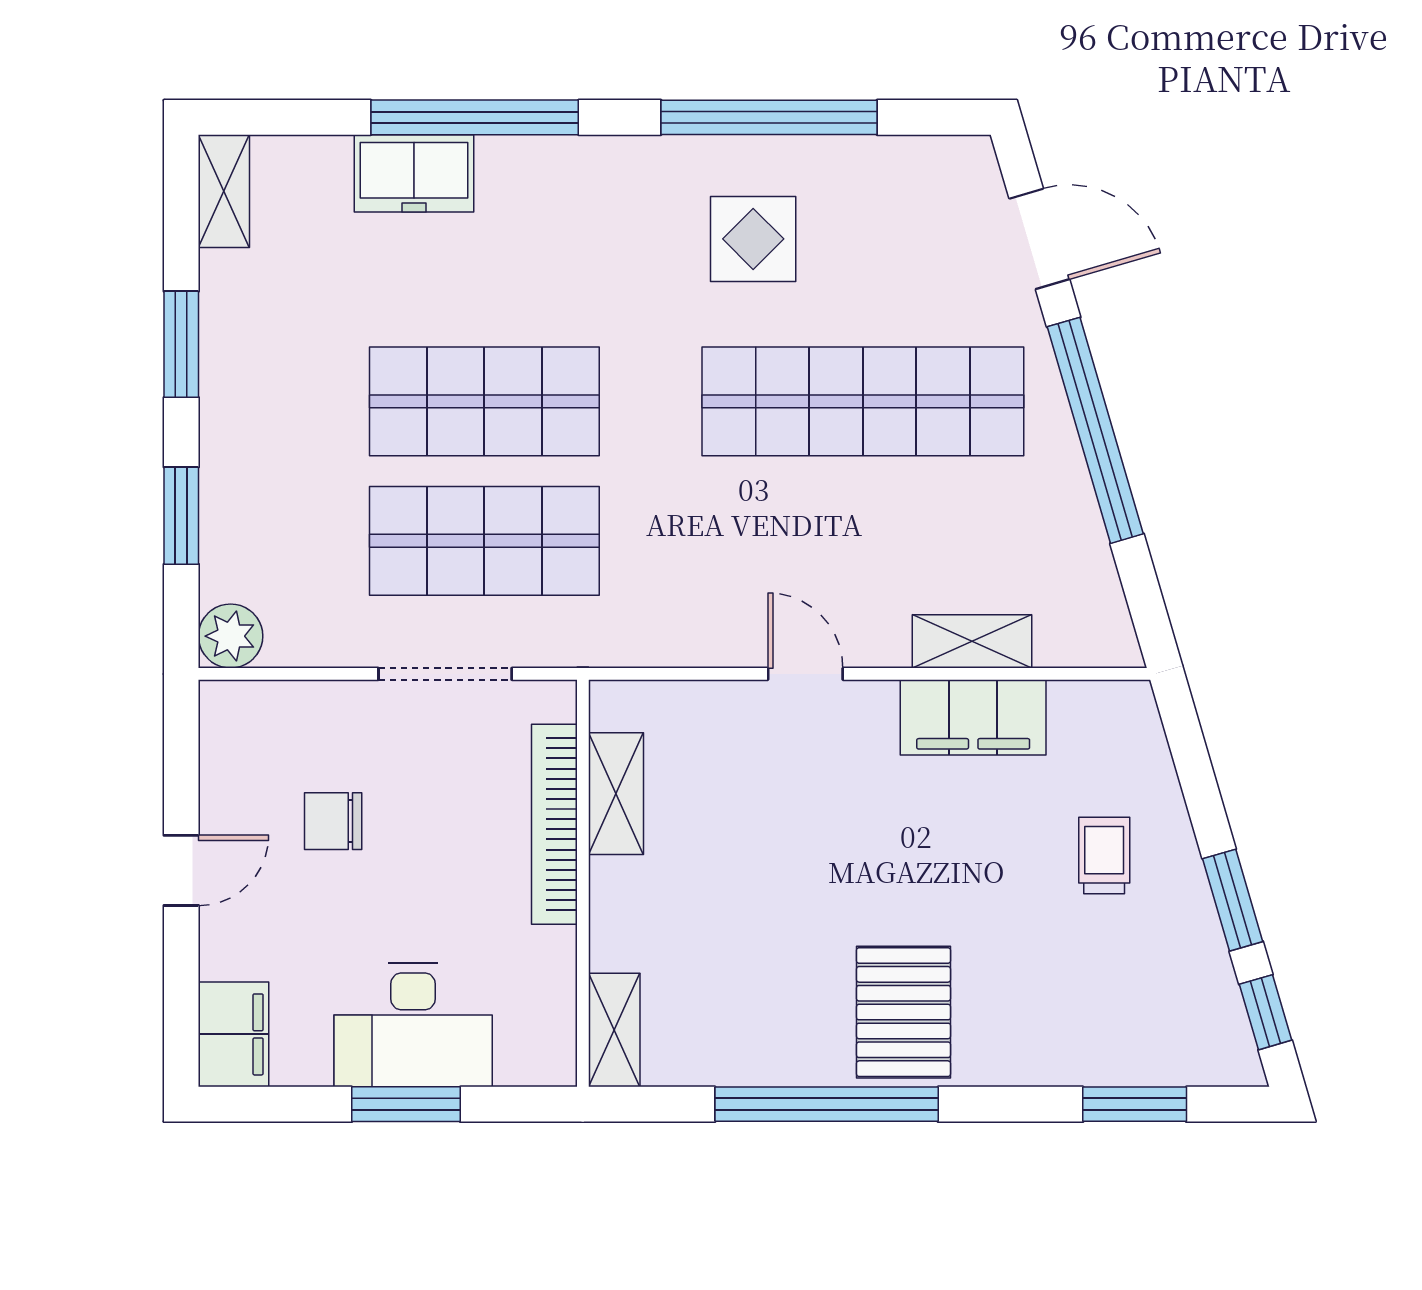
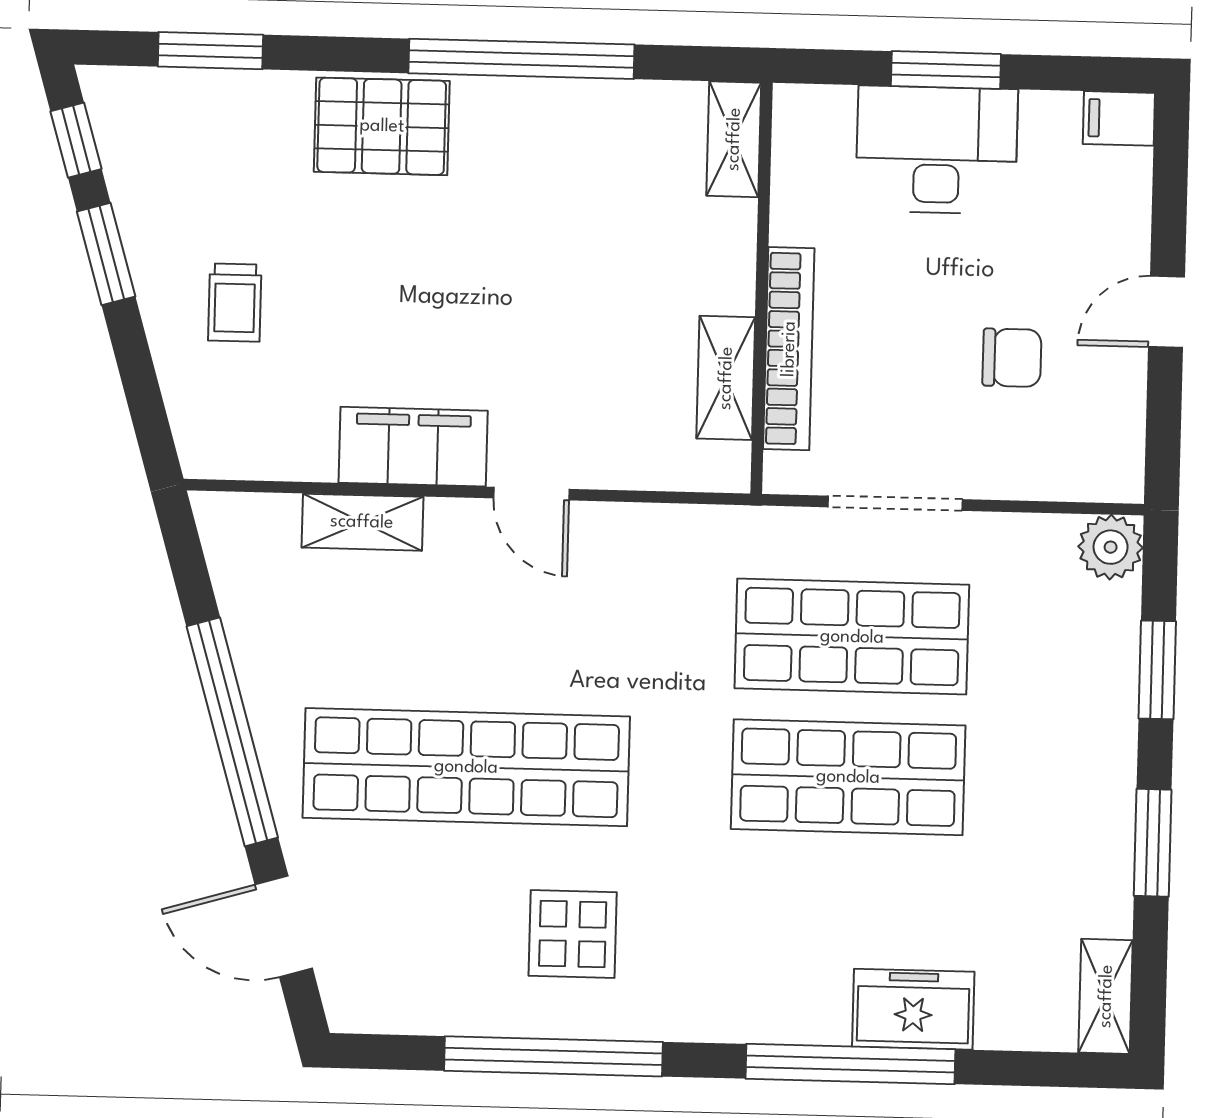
filing cabinet: (973, 717) -> (413, 447), moved
pallet: (903, 1012) -> (382, 126), moved, turned 90
filing cabinet: (233, 1034) -> (1119, 118), width x0.50

